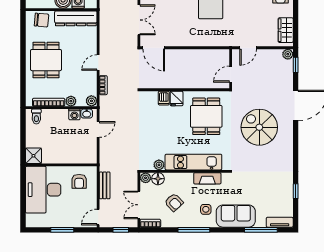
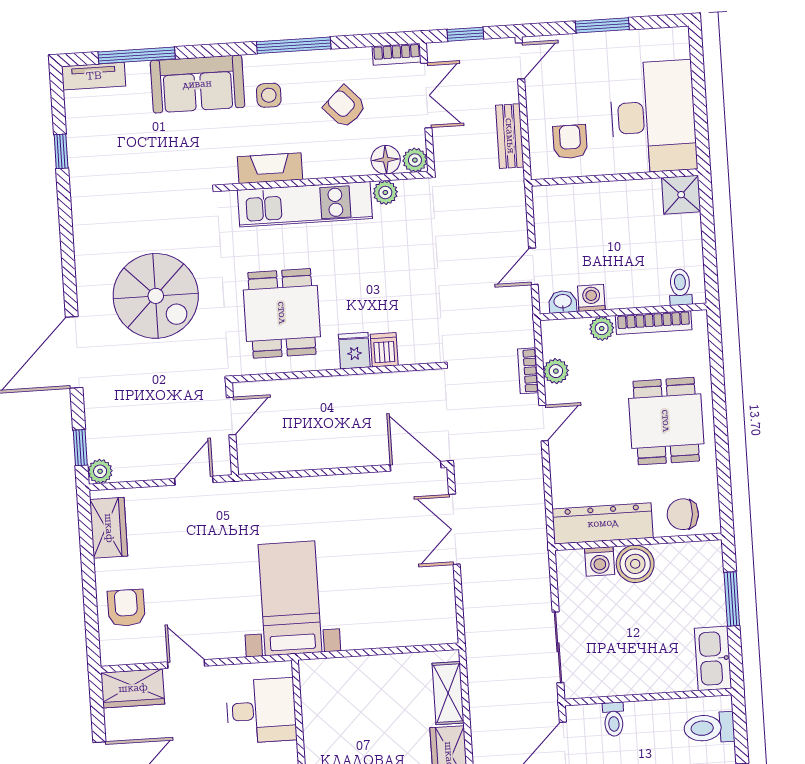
plant: (91, 101) -> (556, 371), moved

